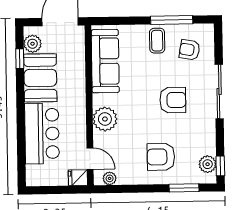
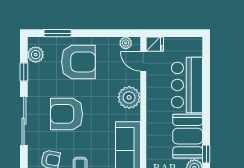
armchair: (173, 100) -> (67, 114), width x1.36, depth x1.36
armchair: (161, 157) -> (78, 62), width x1.36, depth x1.36
window: (220, 166) -> (24, 72), moved

